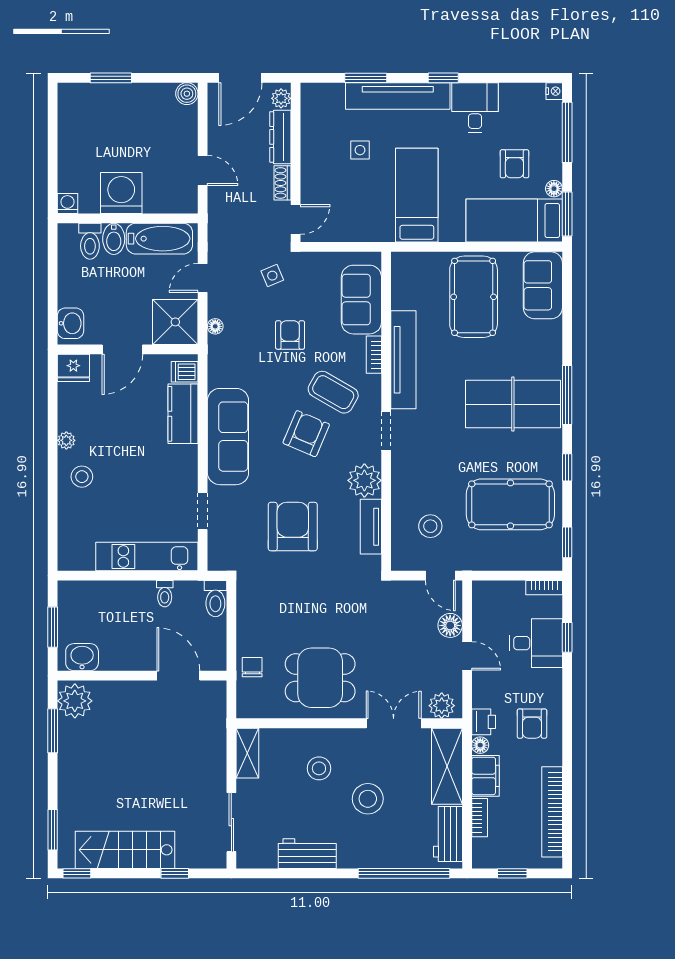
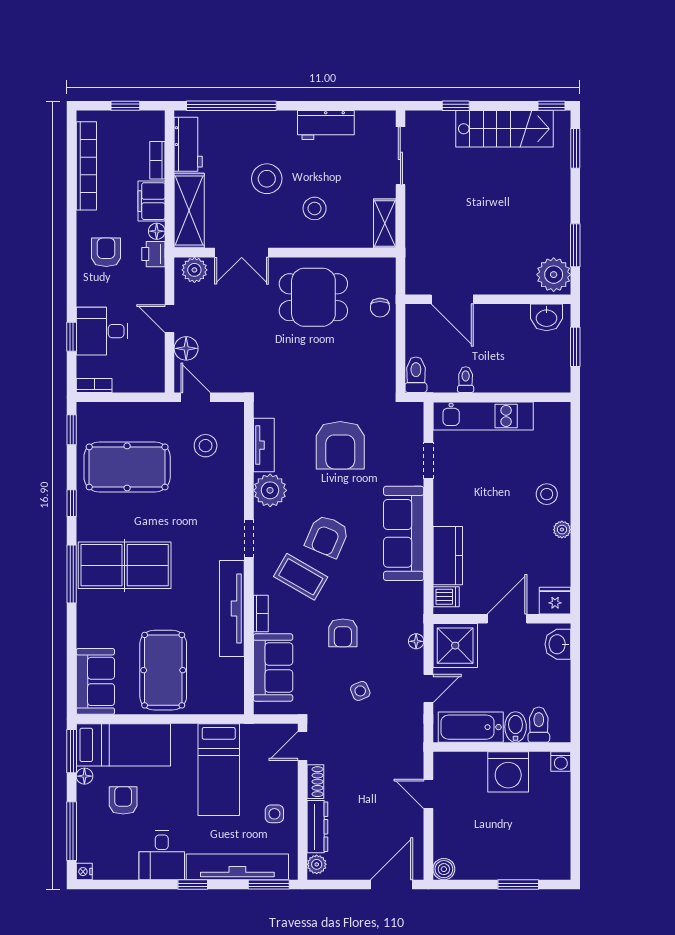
plant: (281, 98) -> (317, 864), moved
dresser: (280, 137) -> (317, 827), moved
wall: (296, 162) -> (302, 802), moved
shoe rack: (282, 183) -> (315, 782), moved
door: (296, 219) -> (302, 746), moved

